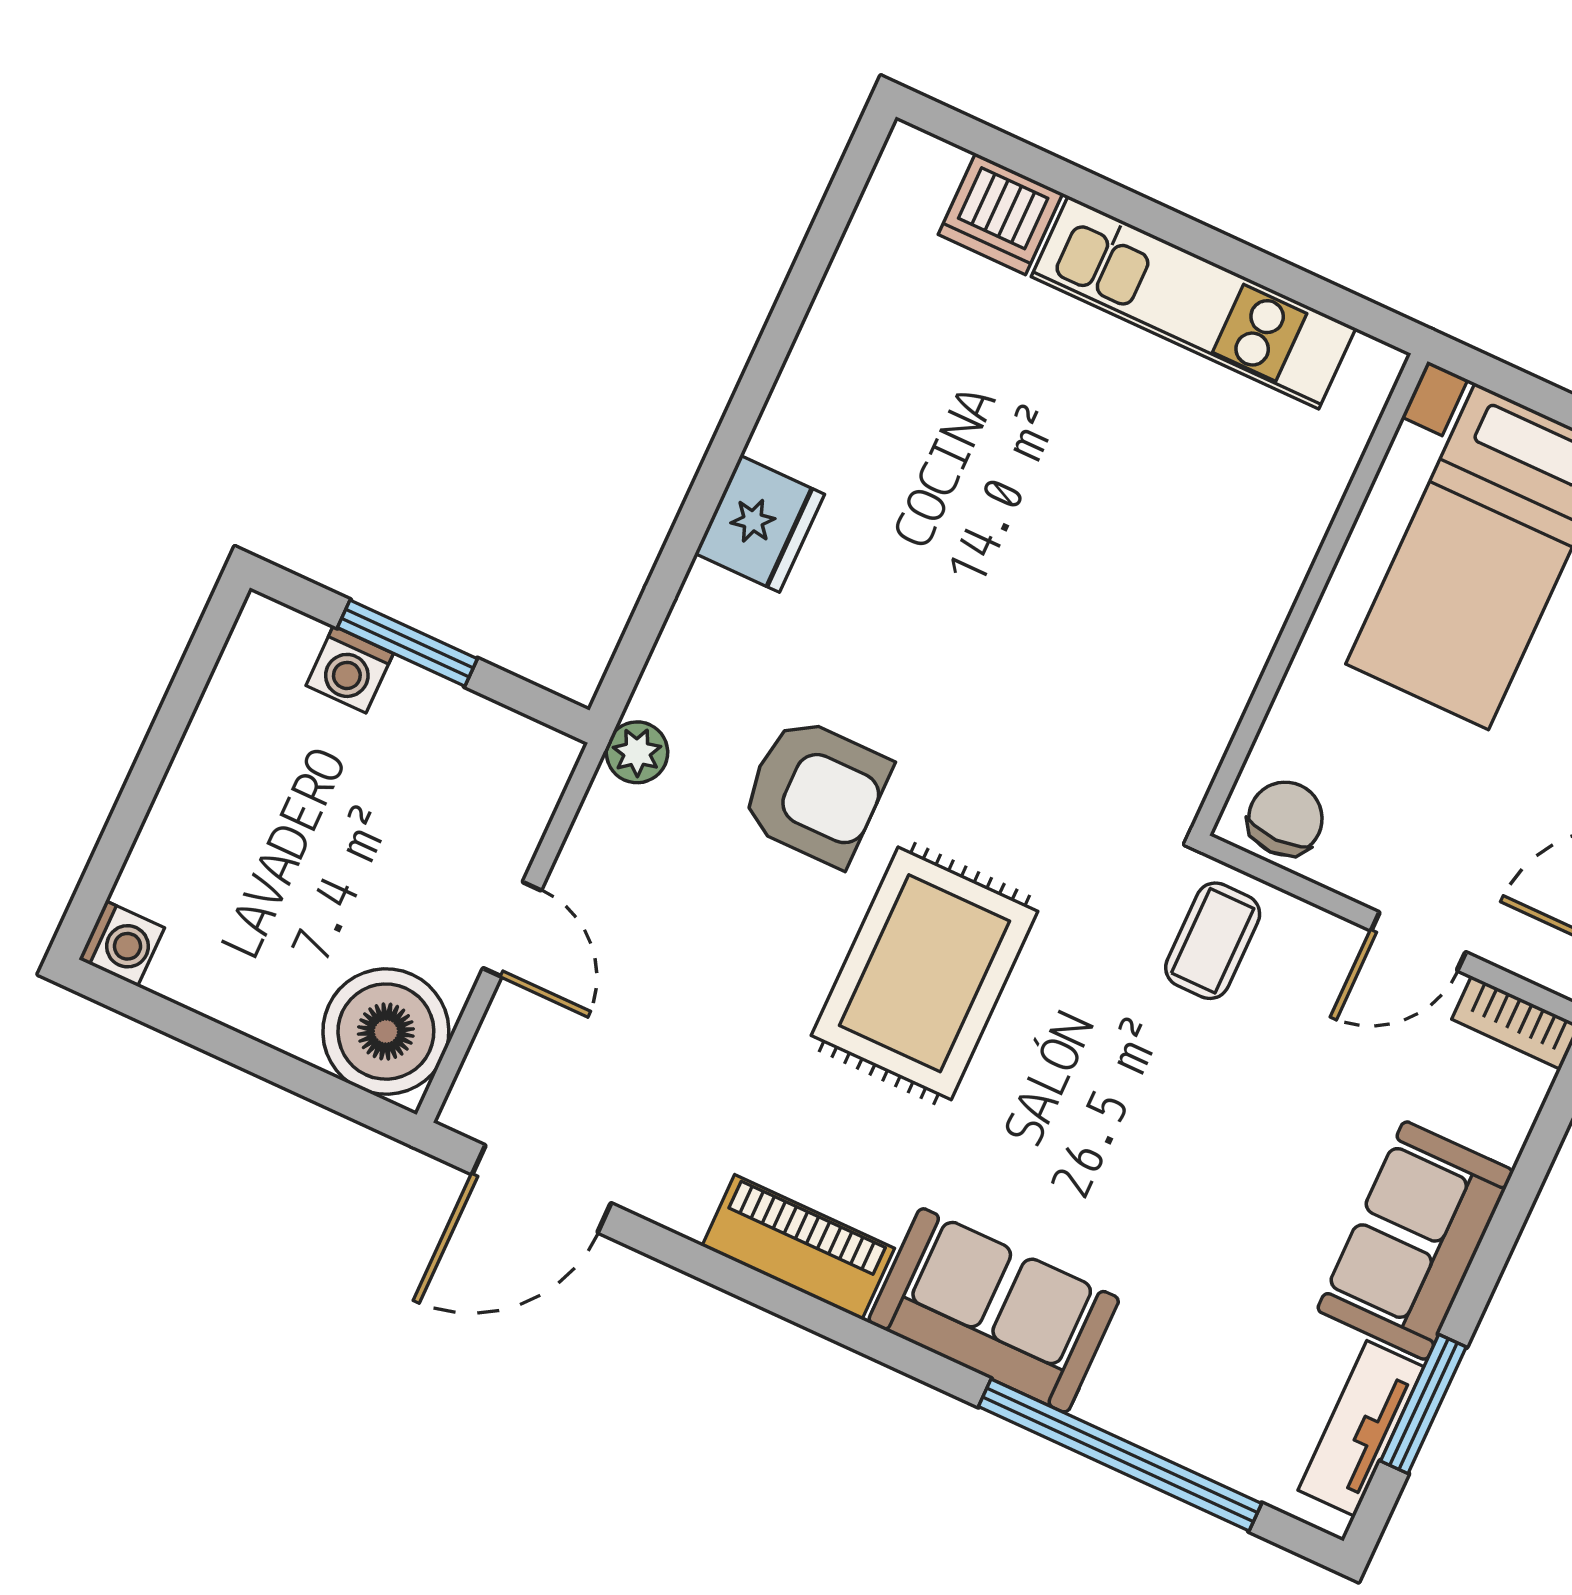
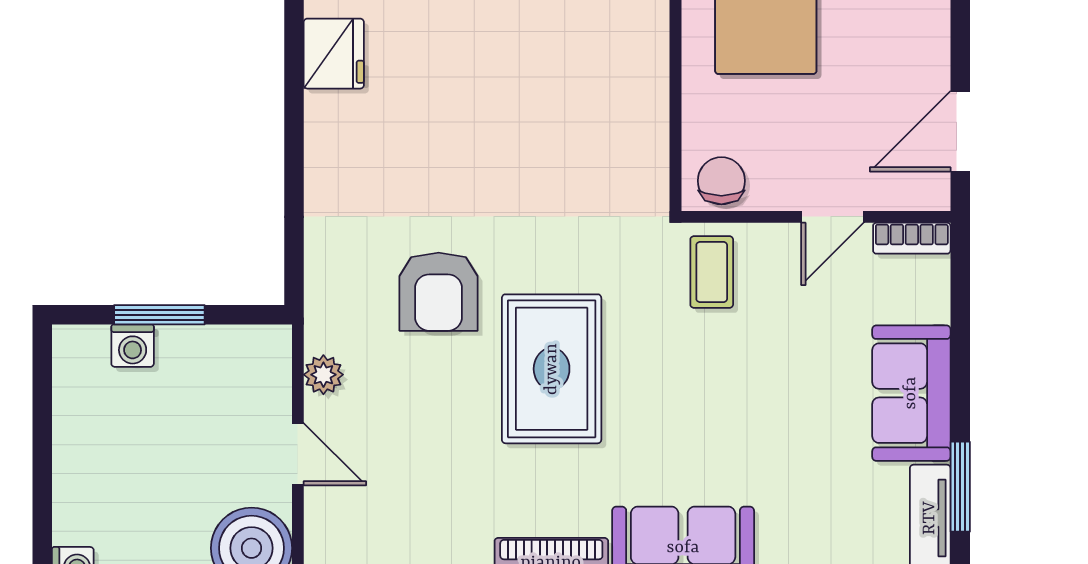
fridge: (760, 524) -> (334, 54), moved
plant: (637, 752) -> (323, 375), moved
armchair: (815, 792) -> (439, 292), turned 90

